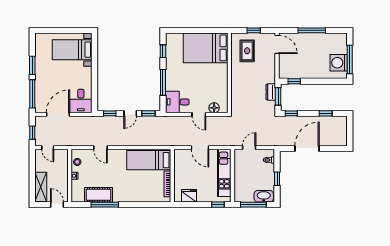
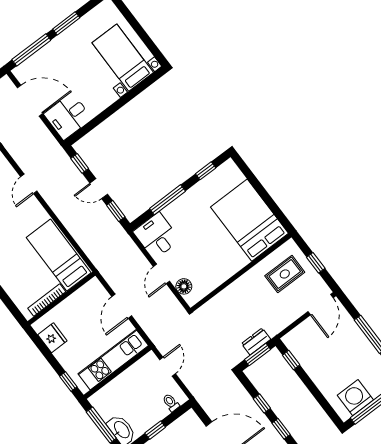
window: (291, 113) -> (262, 404), moved
door: (249, 148) -> (168, 367), hinge flipped

